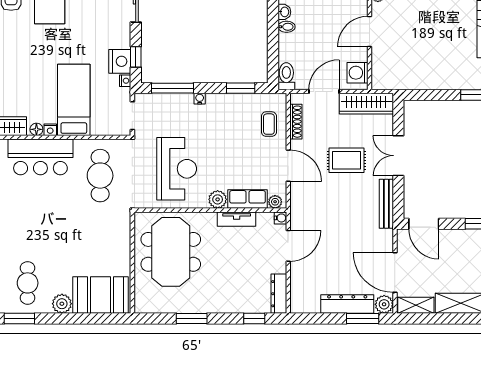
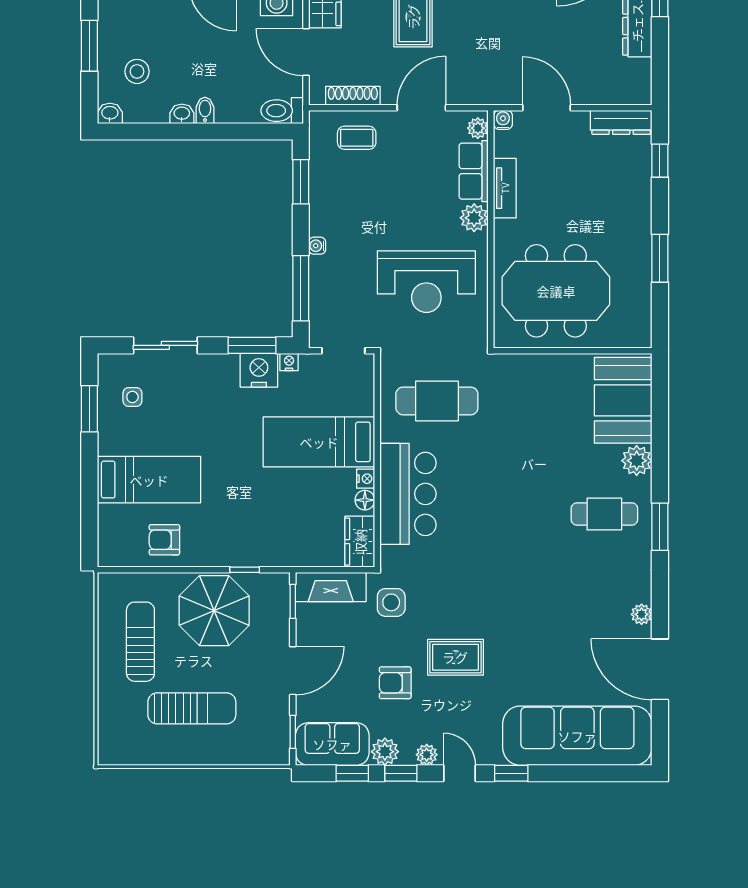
window: (136, 57) -> (252, 345), width x1.50
reception desk: (177, 169) -> (426, 282), turned 180

